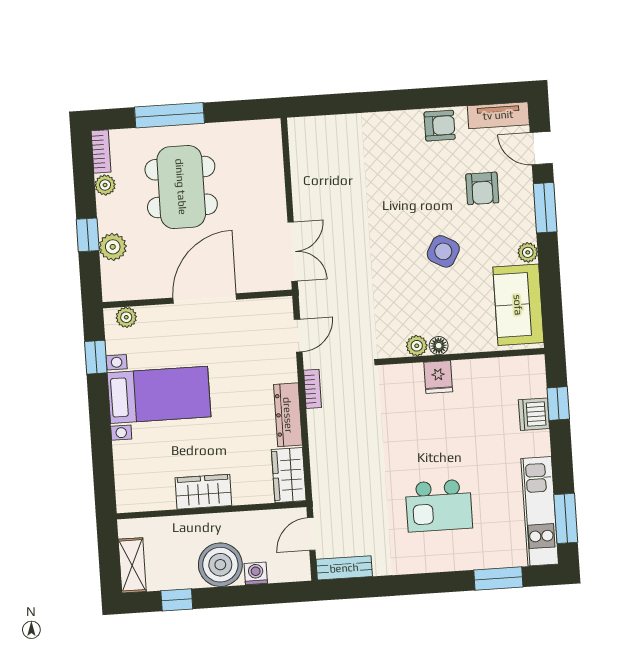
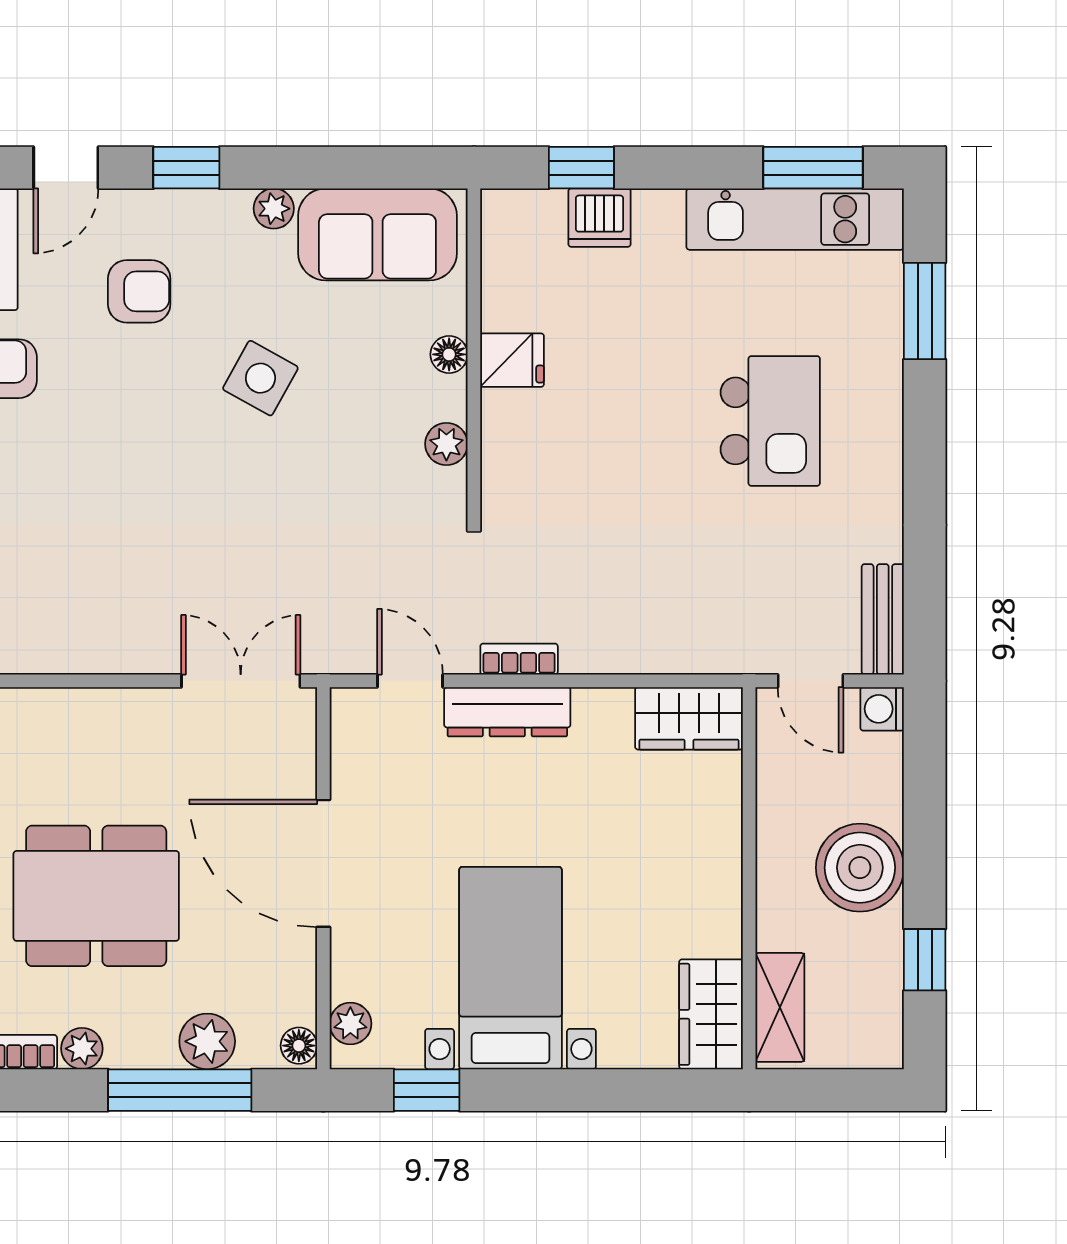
window: (545, 208) -> (186, 168), width x0.67
window: (88, 235) -> (180, 1090), width x2.17
floor lamp: (114, 292) -> (299, 1046), added
floor lamp: (439, 346) -> (449, 354), moved
fridge: (438, 377) -> (512, 360), moved
dresser: (288, 415) -> (507, 712), moved
wardrobe: (203, 492) -> (711, 1014), moved
shelving: (132, 565) -> (780, 1007), moved, turned 90
washing machine: (256, 573) -> (882, 709), moved

